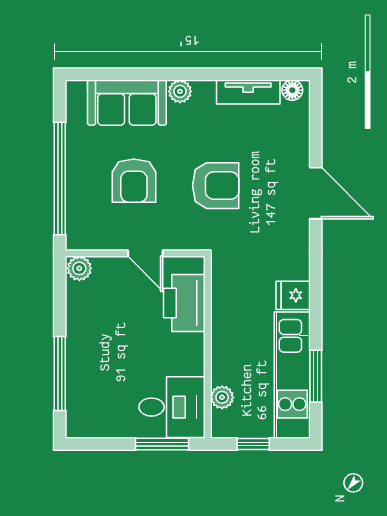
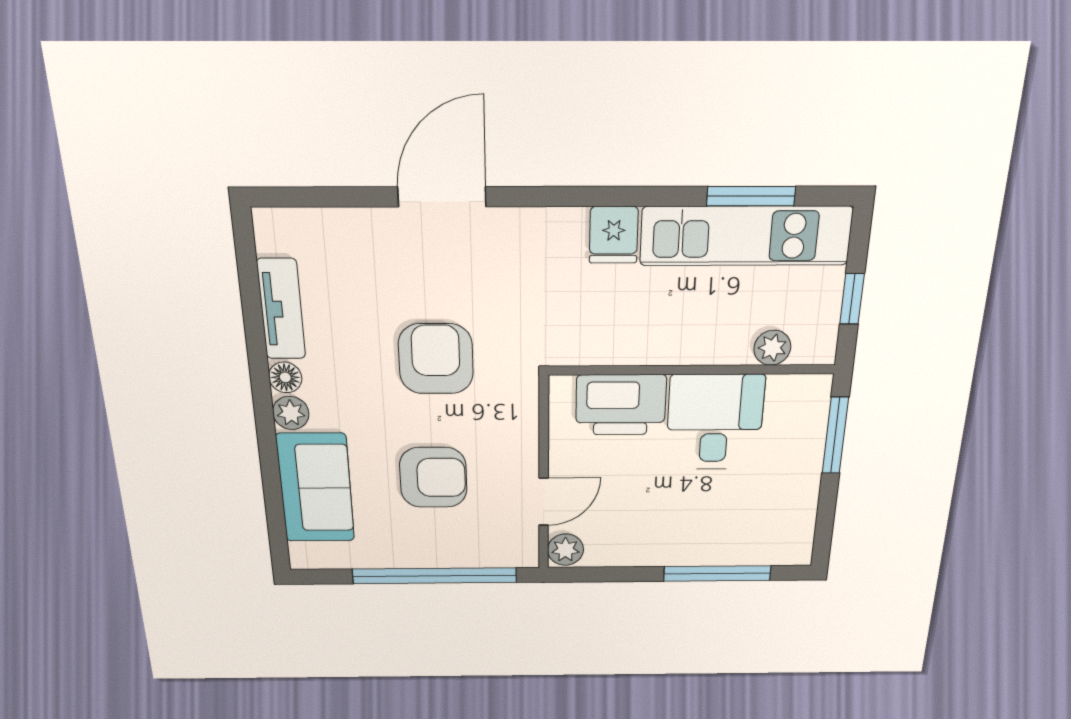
floor lamp: (292, 90) -> (285, 377), moved
door: (145, 253) -> (544, 502), moved
desk: (172, 407) -> (715, 422), moved

